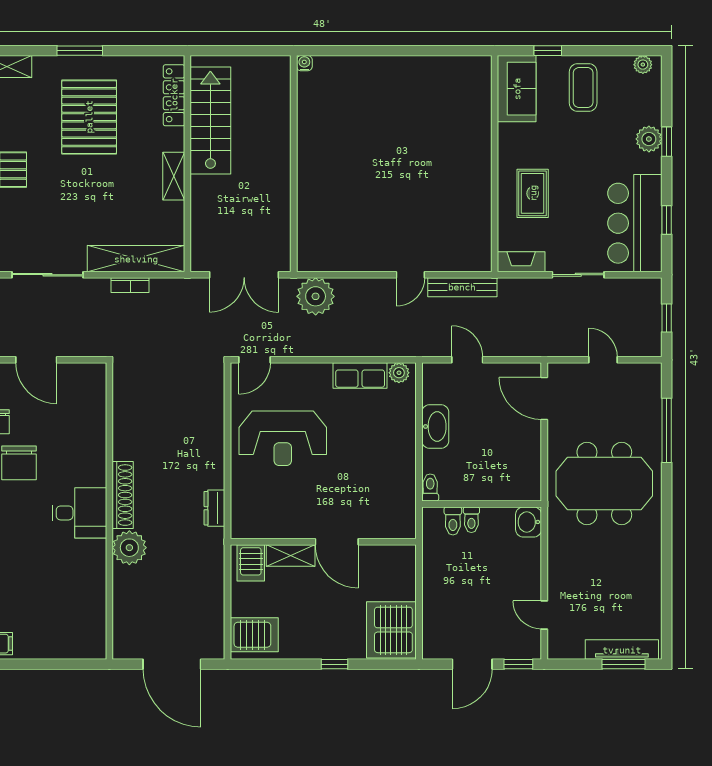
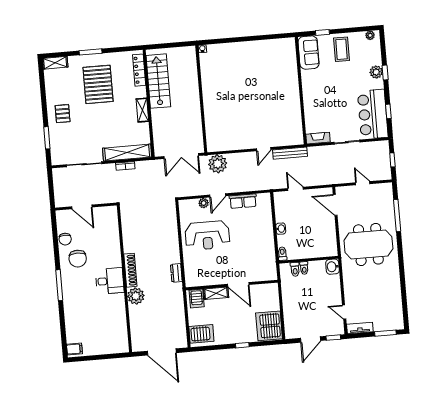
rug: (533, 193) -> (321, 104), removed
door: (255, 360) -> (218, 195), moved
plant: (399, 373) -> (204, 203), moved
washbasin: (435, 426) -> (281, 229), width x0.52, depth x0.69
tv unit: (622, 650) -> (360, 328), moved, width x0.71

